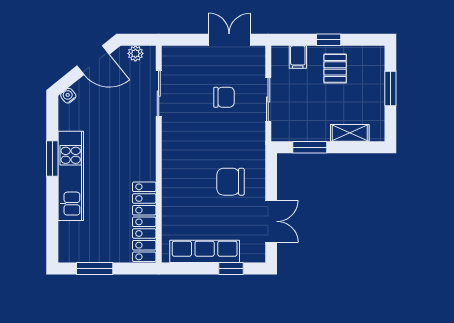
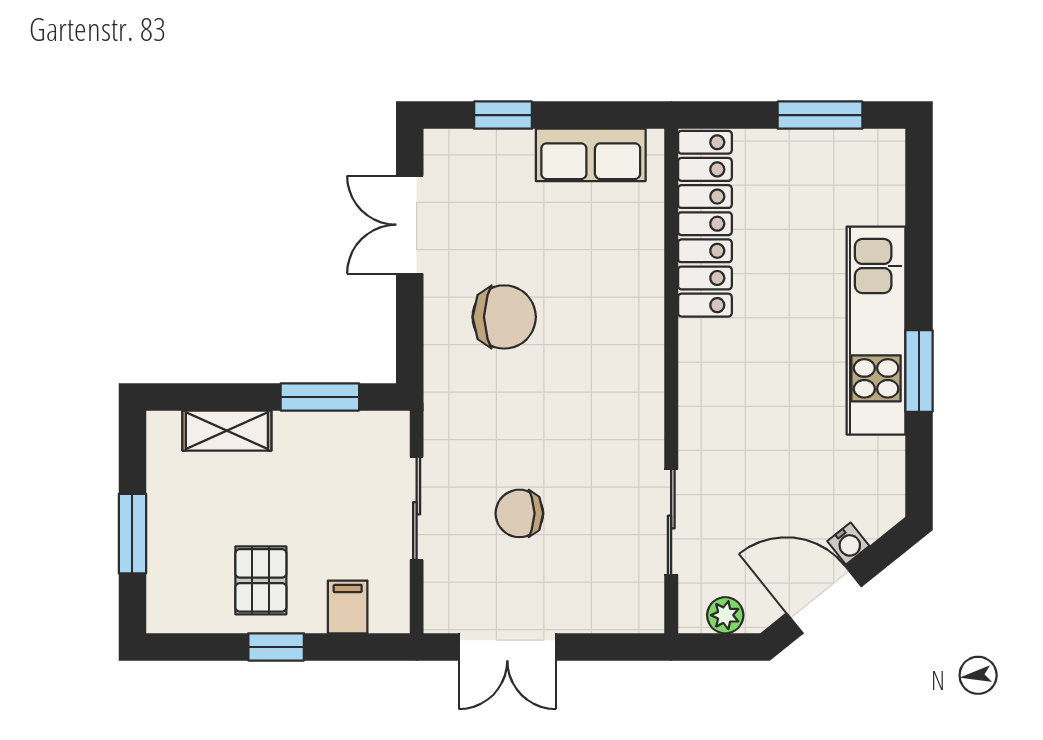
water cooler: (68, 96) -> (848, 544), moved
row of seats: (205, 251) -> (591, 155), width x0.68

